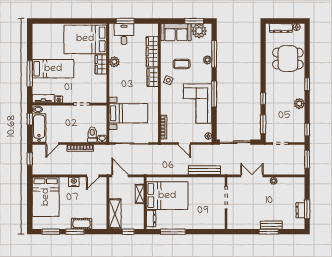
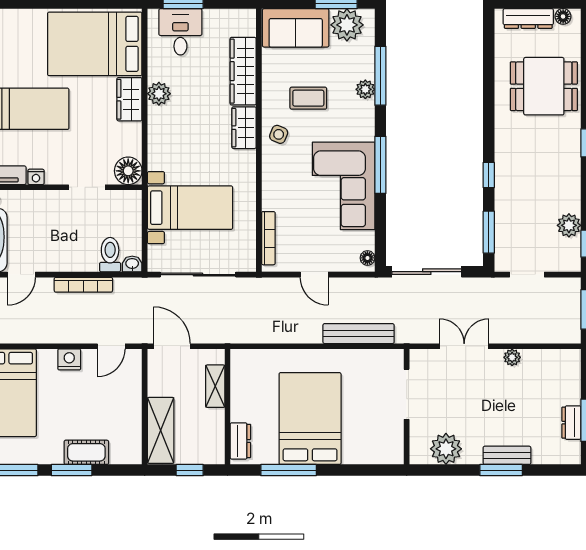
floor lamp: (100, 97) -> (128, 171), added
plant: (299, 104) -> (569, 225), moved
bed: (167, 196) -> (310, 419), moved, turned -90
plant: (244, 222) -> (446, 449), added

